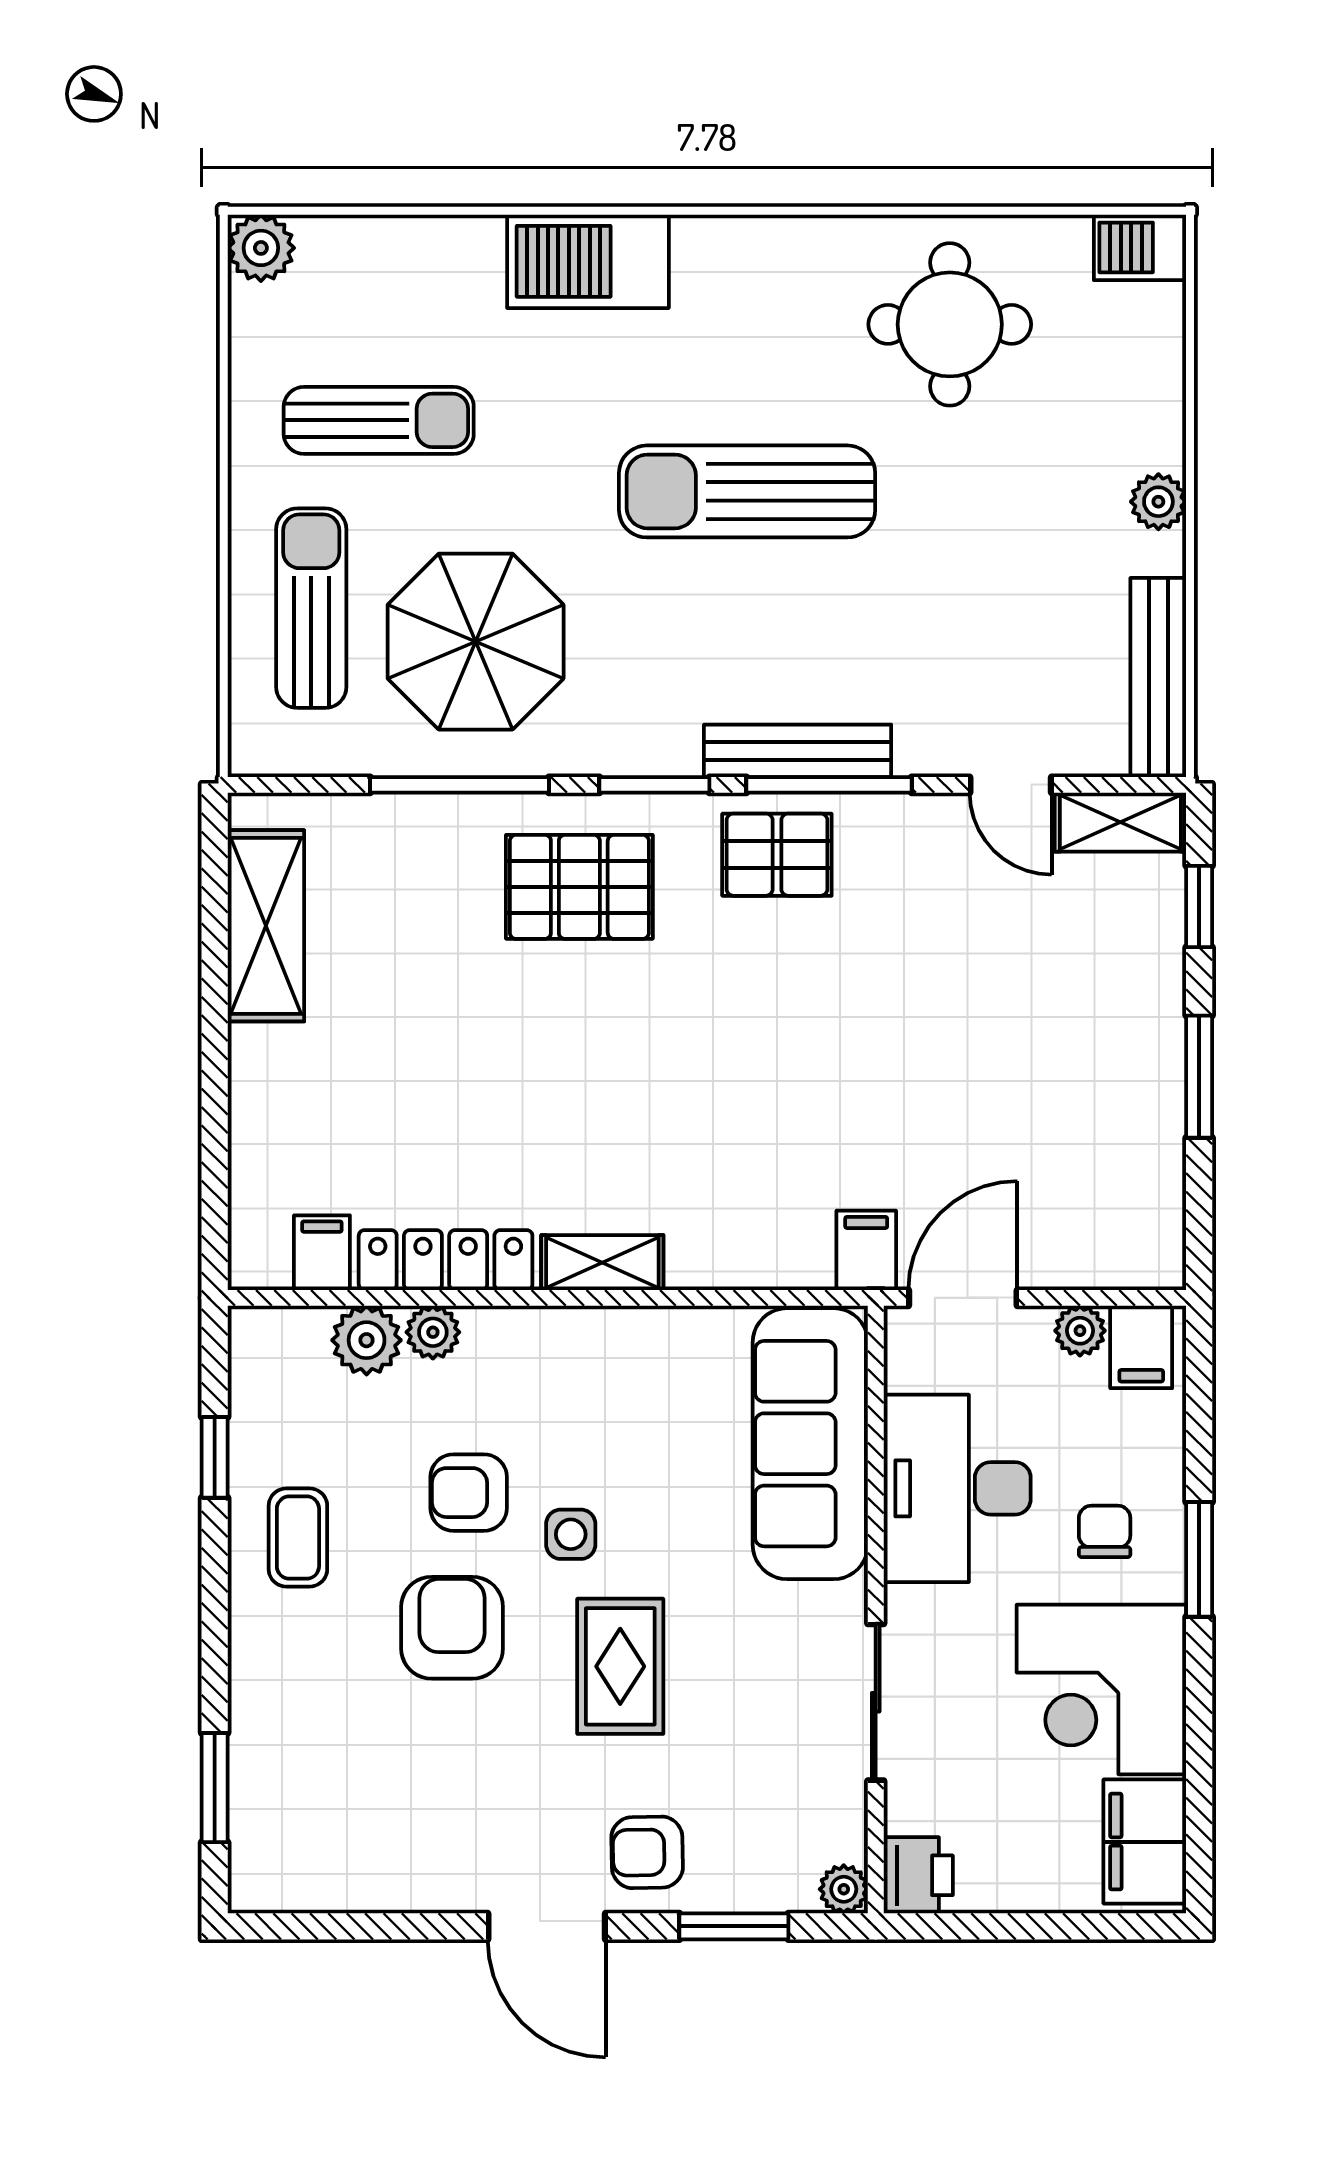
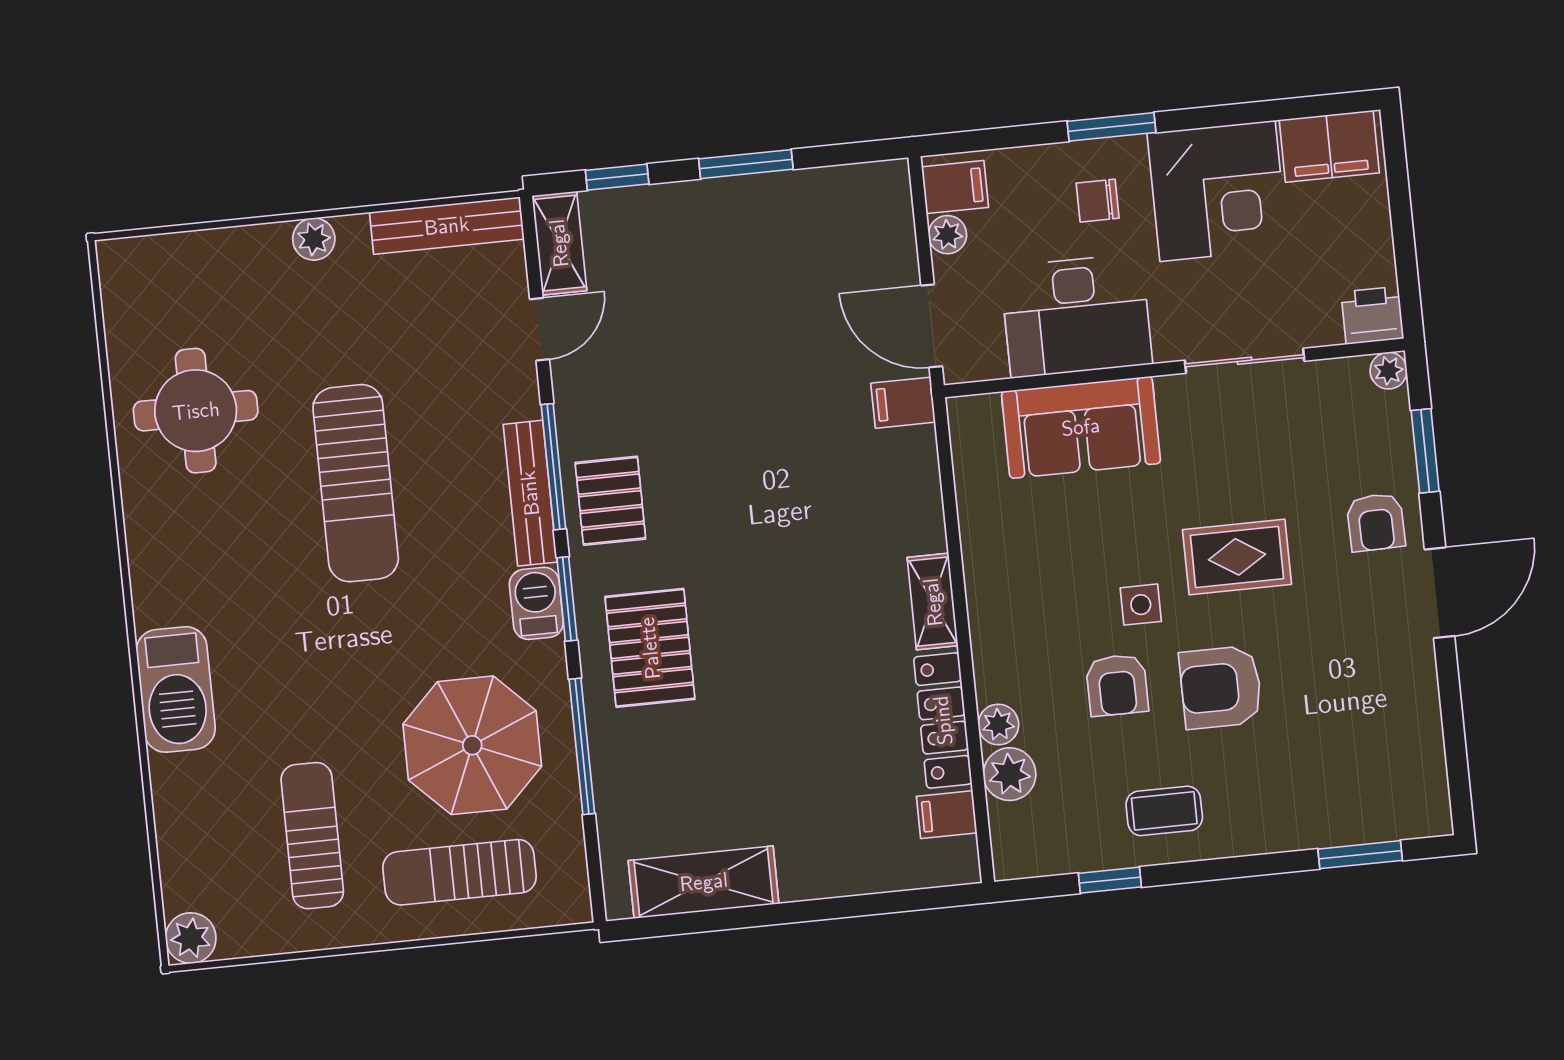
barbecue: (1140, 247) -> (536, 603), moved, turned 180
sun lounger: (747, 491) -> (356, 483), moved
sofa: (810, 1444) -> (1081, 427), width x0.73

